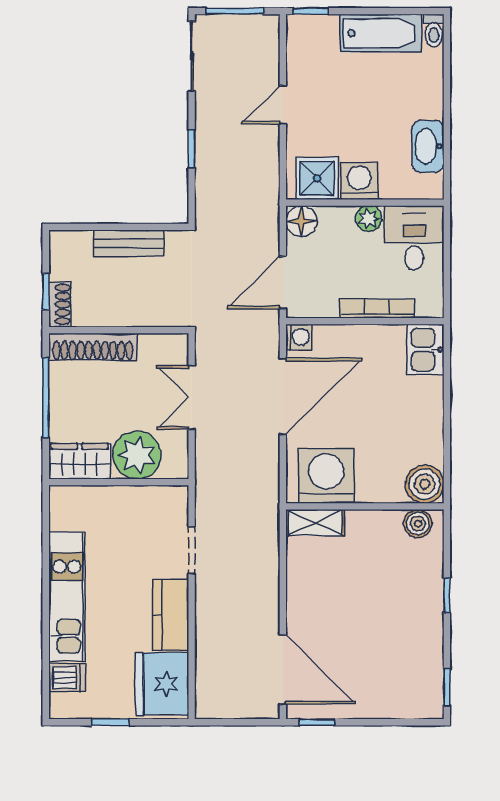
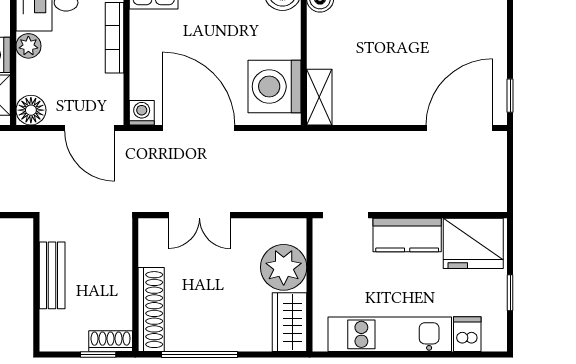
plant: (137, 455) -> (284, 267), moved
wardrobe: (80, 461) -> (290, 322), moved
wall: (119, 482) -> (310, 285), moved

